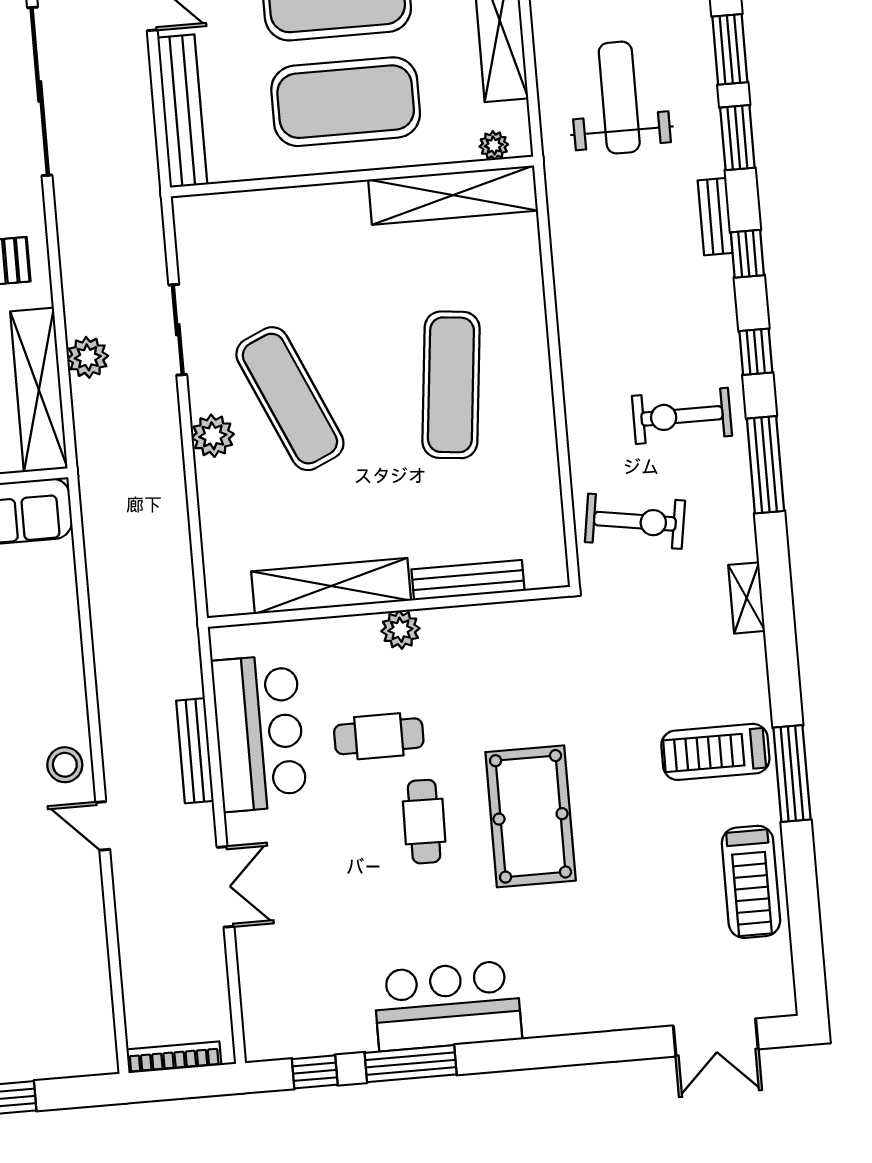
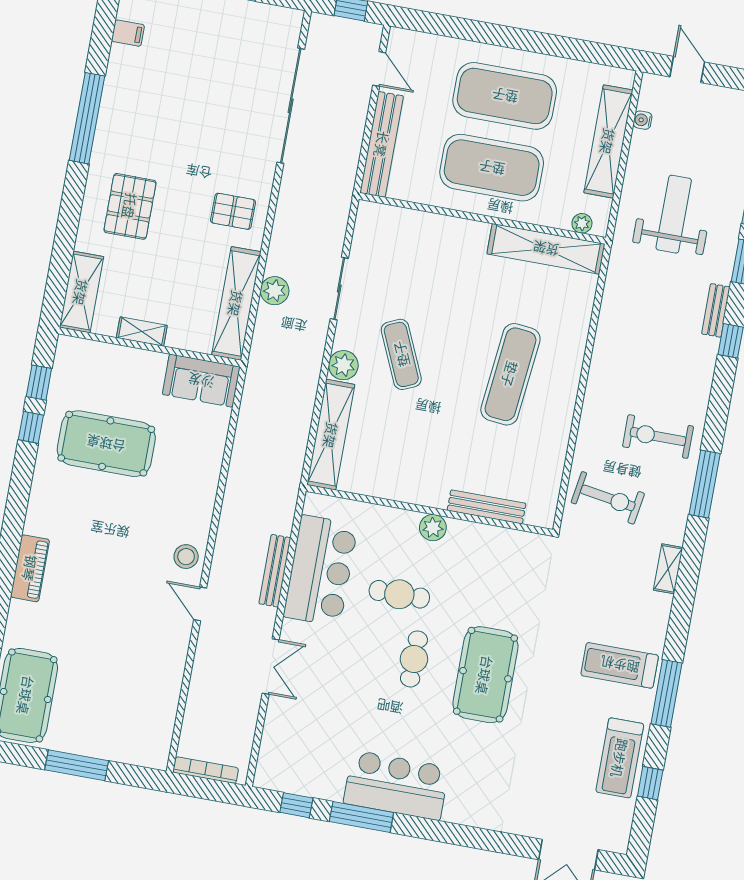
window: (756, 352) -> (650, 783), moved
exercise mat: (290, 399) -> (401, 354), width x0.73, depth x0.69
shelving: (331, 586) -> (331, 435), moved, turned 90

